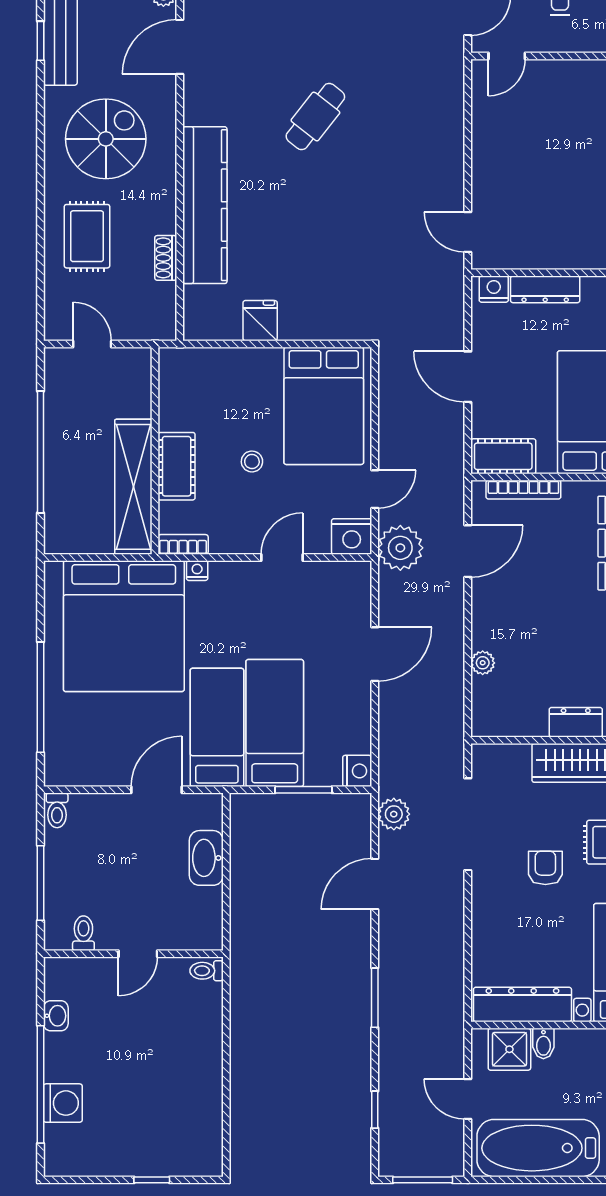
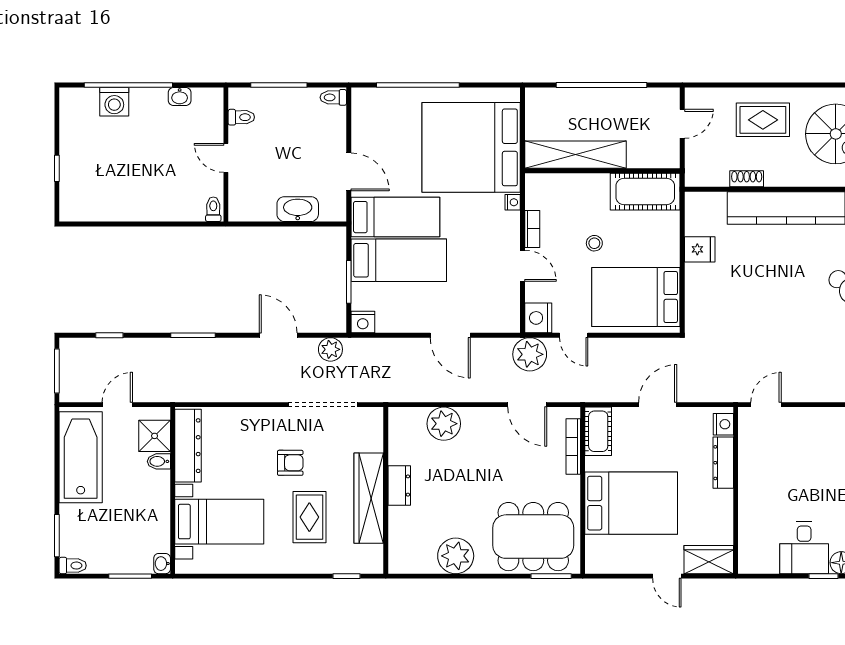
cot: (177, 466) -> (645, 192), moved, width x1.37, depth x1.34
bookcase: (183, 544) -> (532, 229), moved
plant: (483, 663) -> (444, 424), width x1.87, depth x1.87

